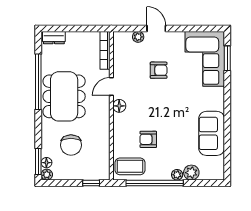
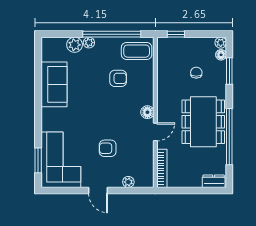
door: (156, 28) -> (98, 191), moved
chair: (71, 145) -> (196, 73), width x0.54, depth x0.54
window: (38, 161) -> (229, 71), moved

